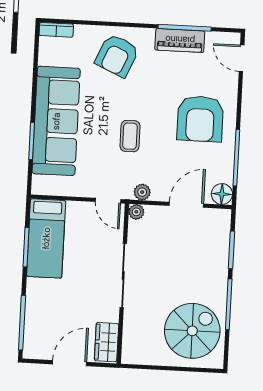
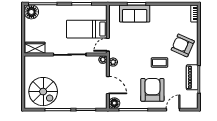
door: (242, 58) -> (173, 110), moved
armchair: (200, 119) -> (152, 90), turned 90
sofa: (56, 121) -> (135, 13), width x0.54, depth x0.79
coffee table: (130, 136) -> (159, 63), moved
bed: (46, 238) -> (87, 29), moved
floor lamp: (37, 345) -> (31, 12), added
door: (70, 363) -> (23, 29), removed

